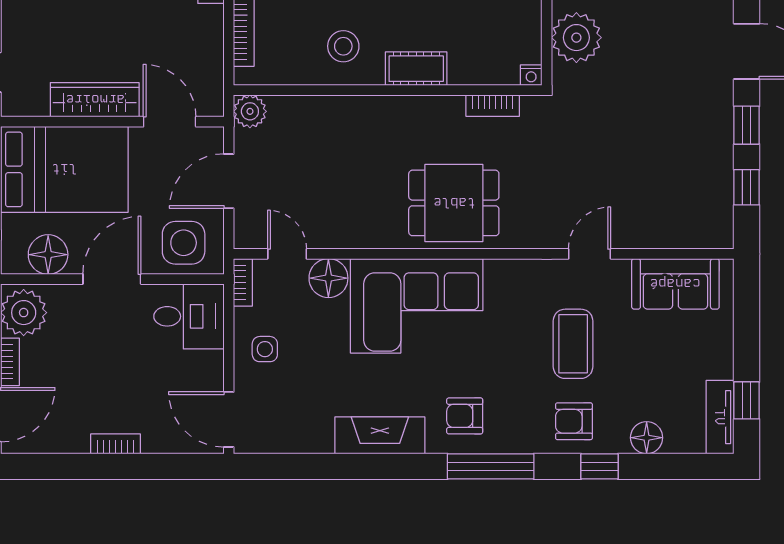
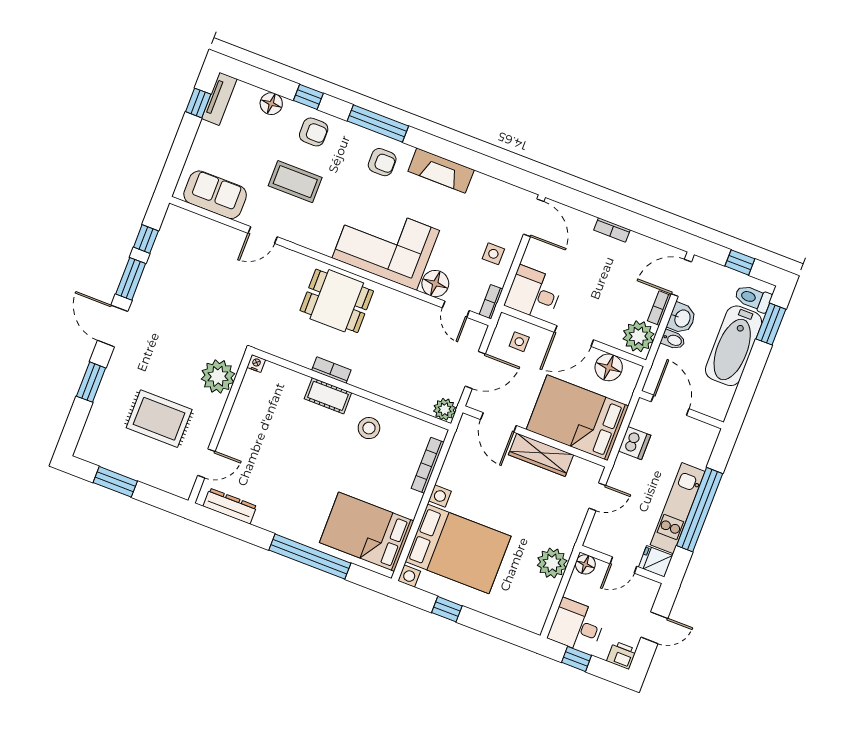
bookcase: (493, 106) -> (331, 370), moved
window: (747, 125) -> (131, 279), width x1.50
side table: (184, 243) -> (519, 342), width x0.54, depth x0.54
coffee table: (573, 344) -> (295, 182), turned 90

